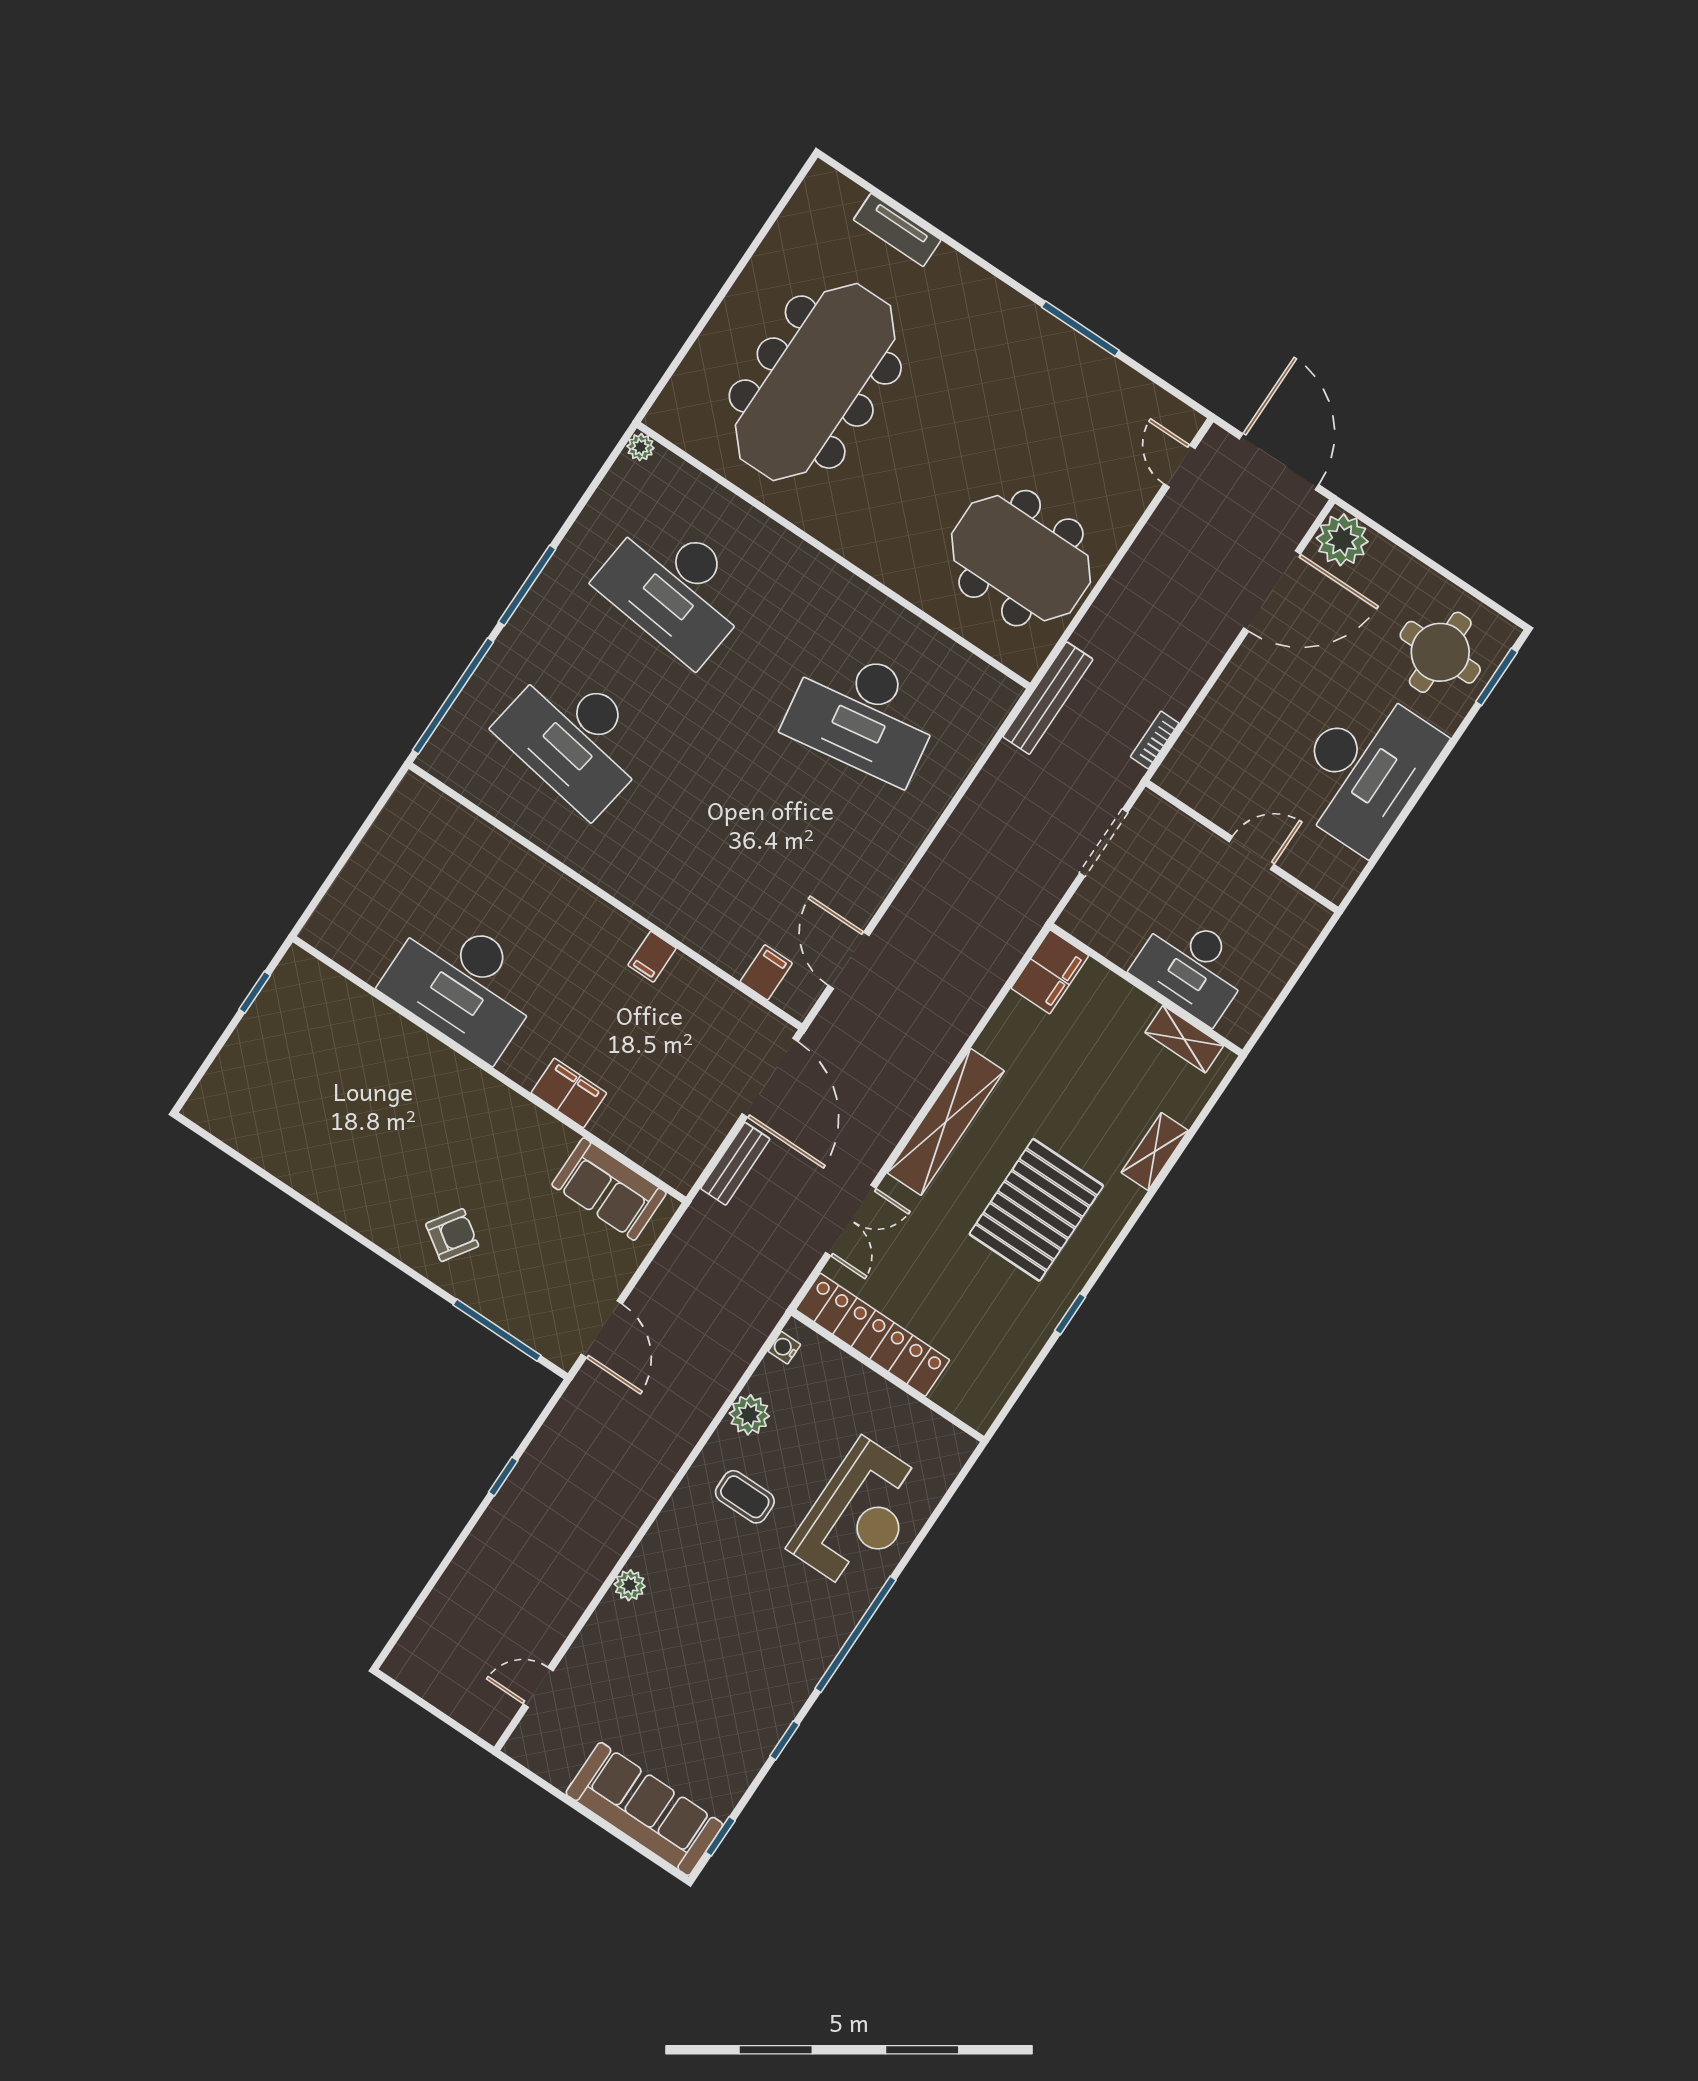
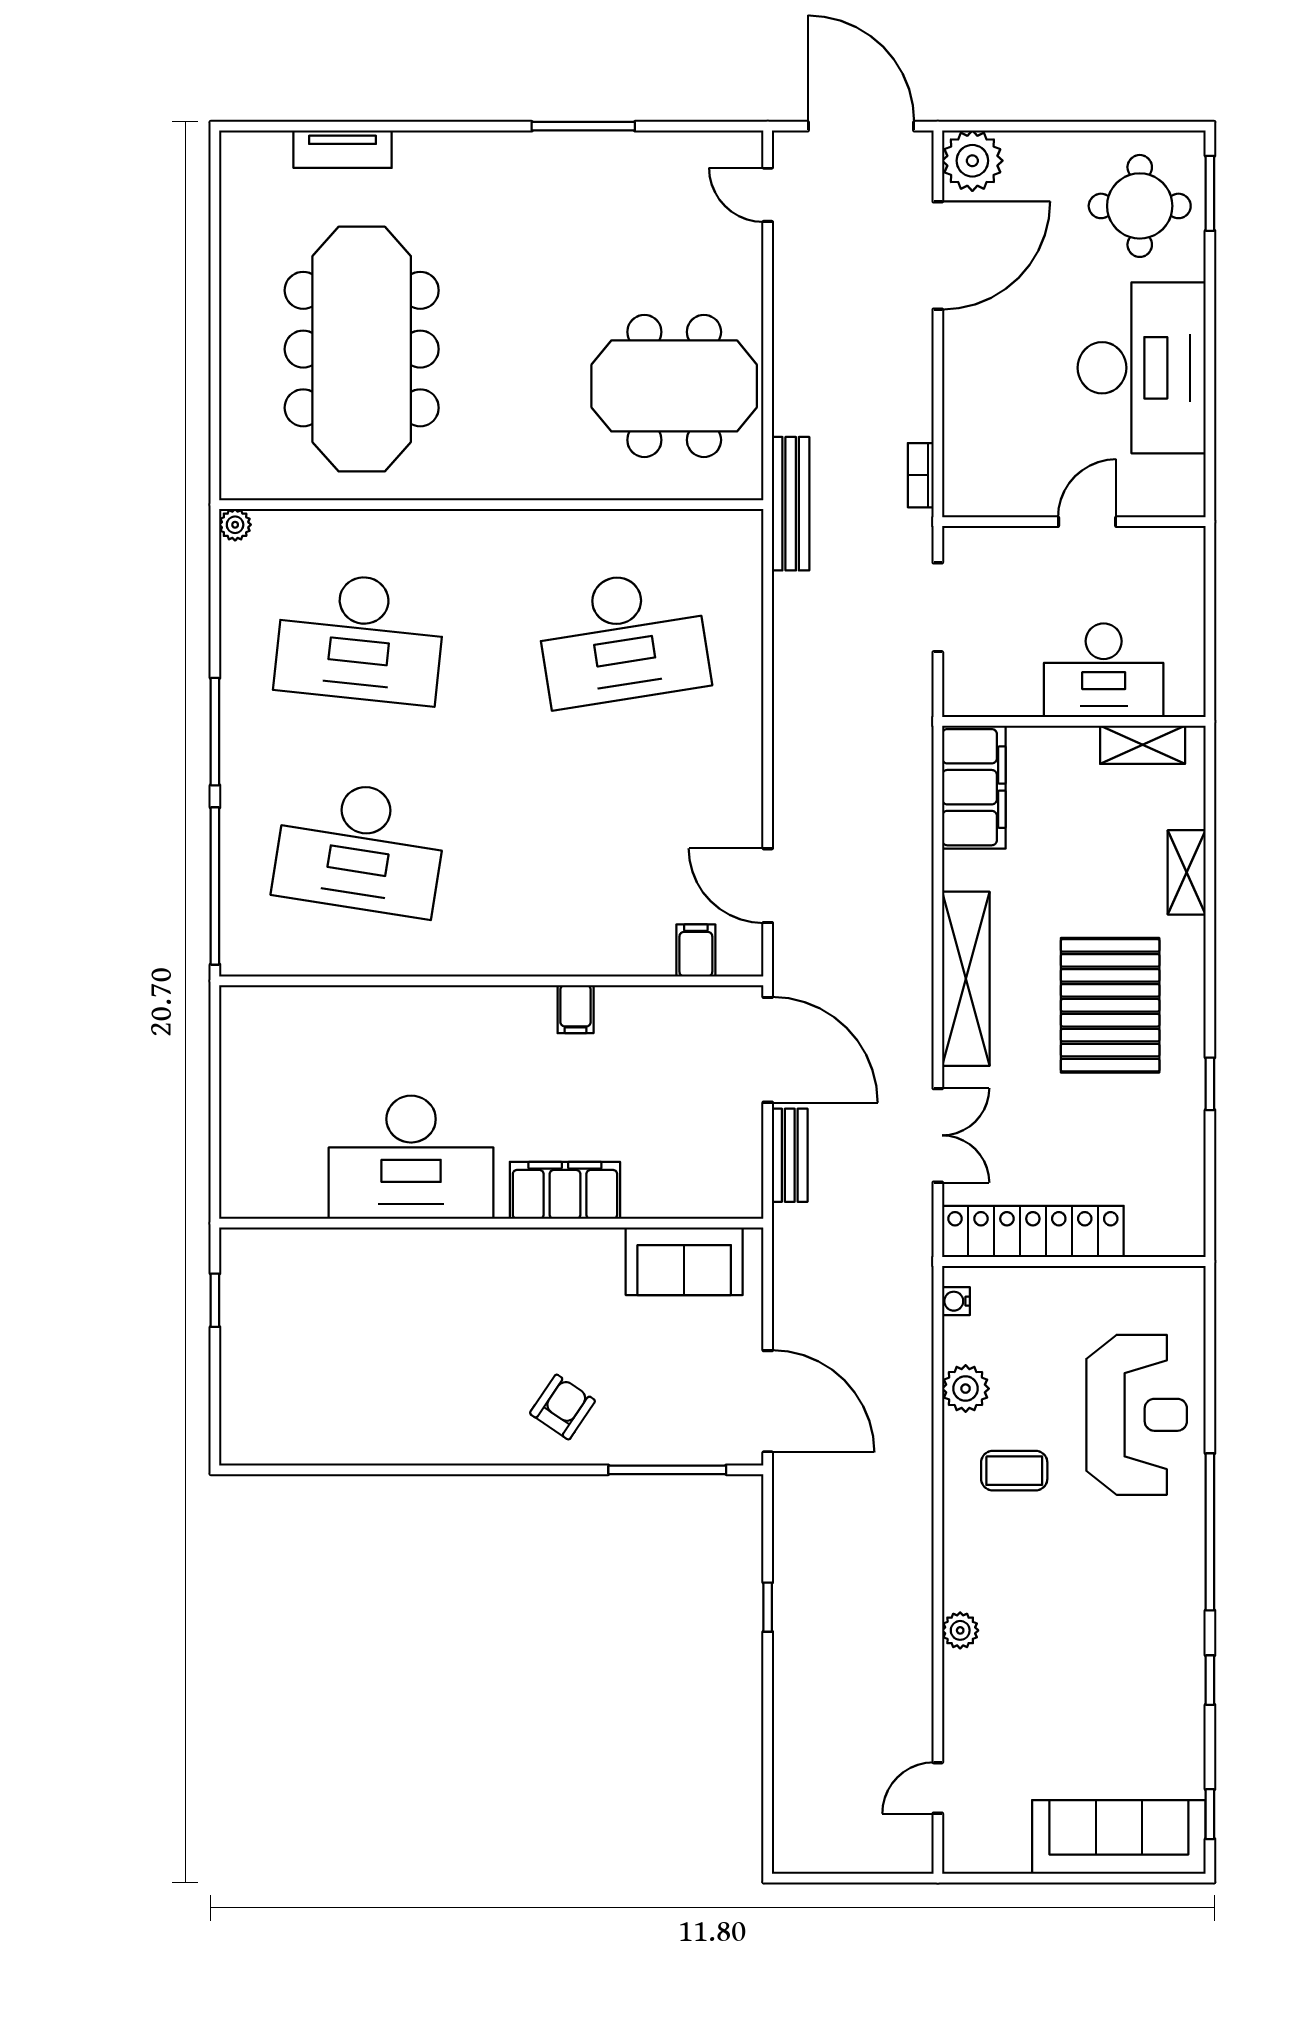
filing cabinet: (1050, 972) -> (974, 787), width x1.50, depth x1.17
filing cabinet: (569, 1093) -> (565, 1190), width x1.50, depth x1.17
door: (602, 1329) -> (768, 1401), width x1.36

